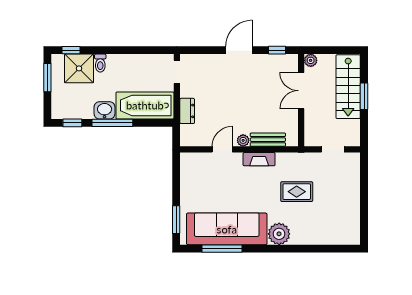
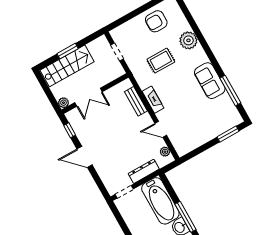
dresser: (187, 111) -> (144, 171), width x1.44
plant: (243, 140) -> (165, 152), moved
rug: (297, 192) -> (161, 61), turned 90
armchair: (342, 211) -> (156, 21), added
sofa: (227, 229) -> (210, 81), width x0.54, depth x0.79
plant: (279, 234) -> (188, 40), moved

